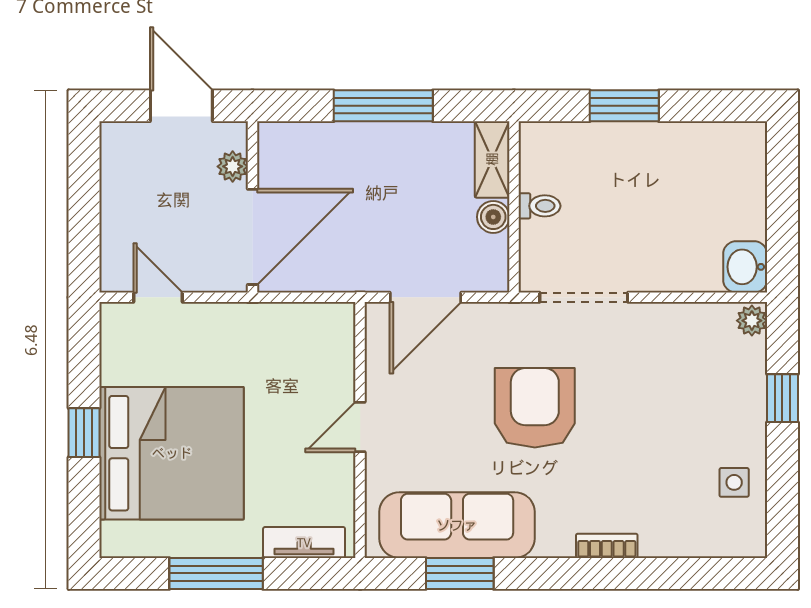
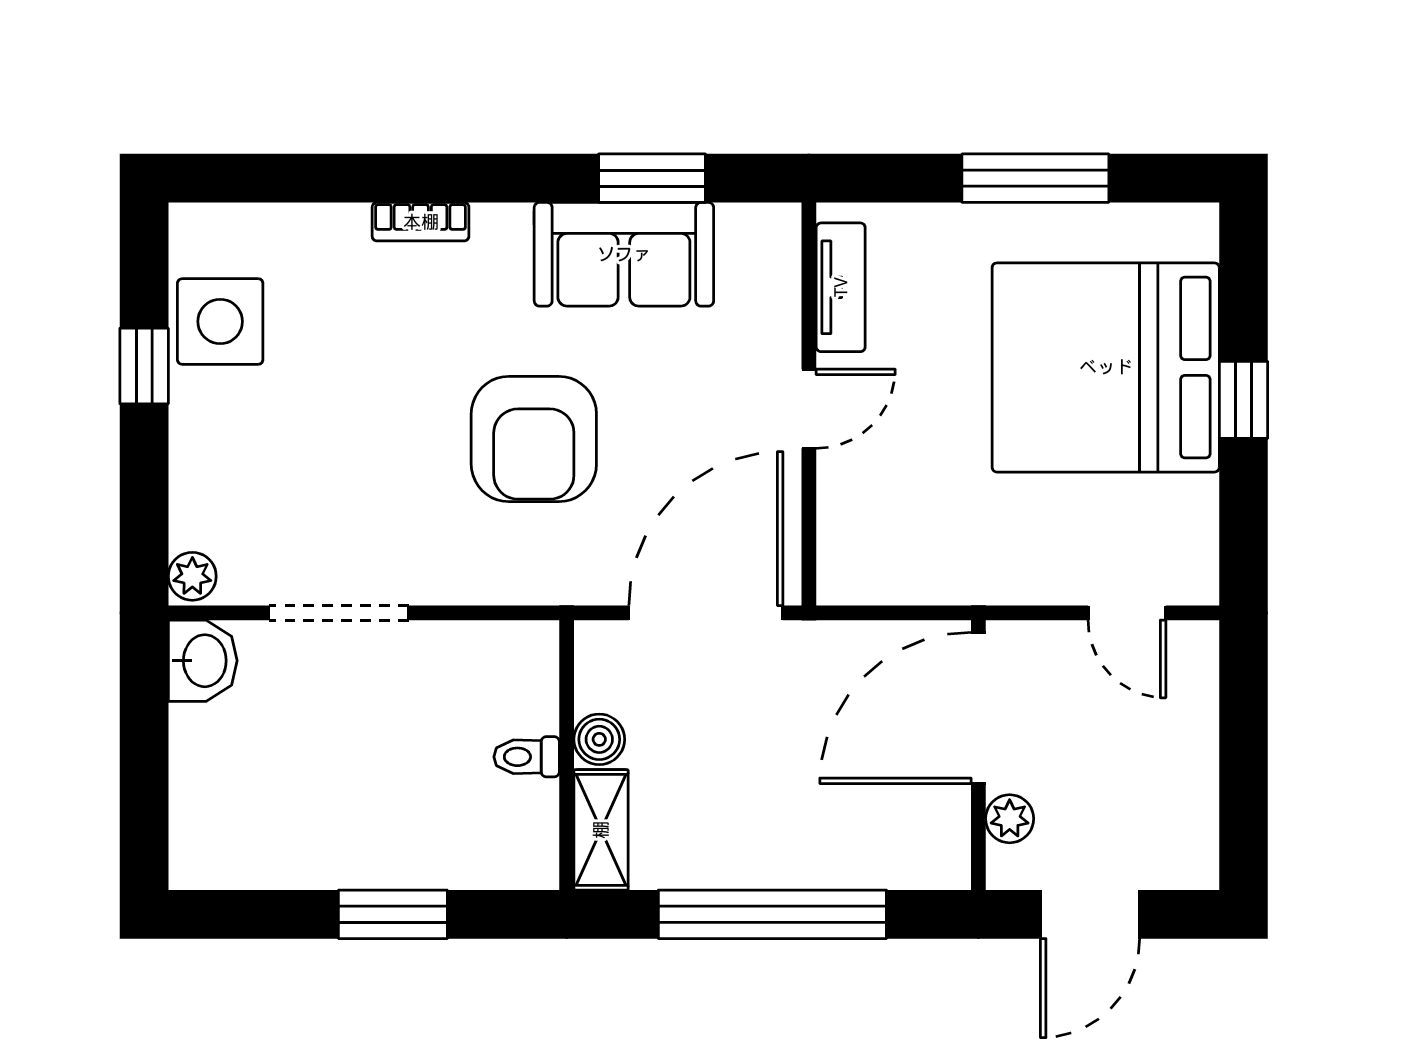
door: (181, 106) -> (1090, 914), hinge flipped
window: (383, 106) -> (772, 914), width x1.46
door: (426, 297) -> (706, 613), width x1.36
doorway: (584, 297) -> (339, 613), moved
window: (782, 398) -> (144, 366), moved
side table: (734, 482) -> (220, 321), width x1.87, depth x1.87
sofa: (457, 525) -> (624, 254), width x0.73
tv unit: (304, 543) -> (841, 287), moved, turned -90

